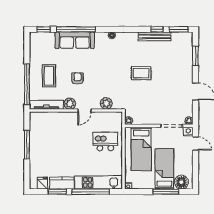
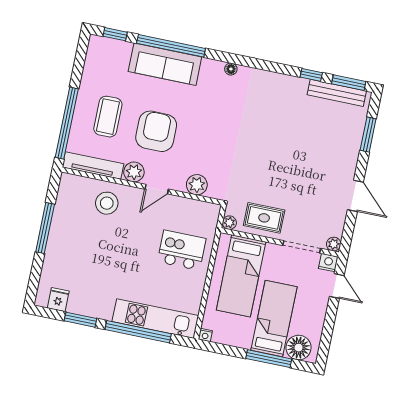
bench: (155, 36) -> (337, 93), moved
rug: (141, 73) -> (264, 218), moved
armchair: (77, 78) -> (156, 131), width x1.88, depth x1.88
stool: (58, 124) -> (107, 203), added
kitchen counter: (62, 183) -> (92, 307), removed

